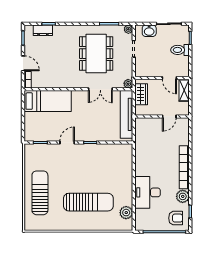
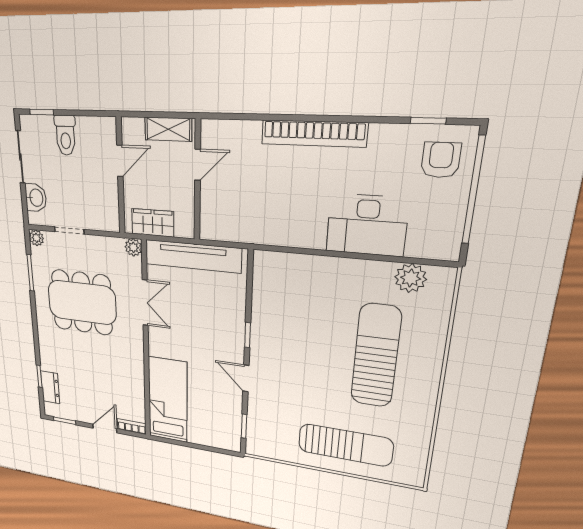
shelving: (184, 90) -> (168, 129), moved
door: (169, 116) -> (198, 165), hinge flipped
sun lounger: (40, 193) -> (345, 445), turned 180
plant: (183, 196) -> (386, 140), removed

